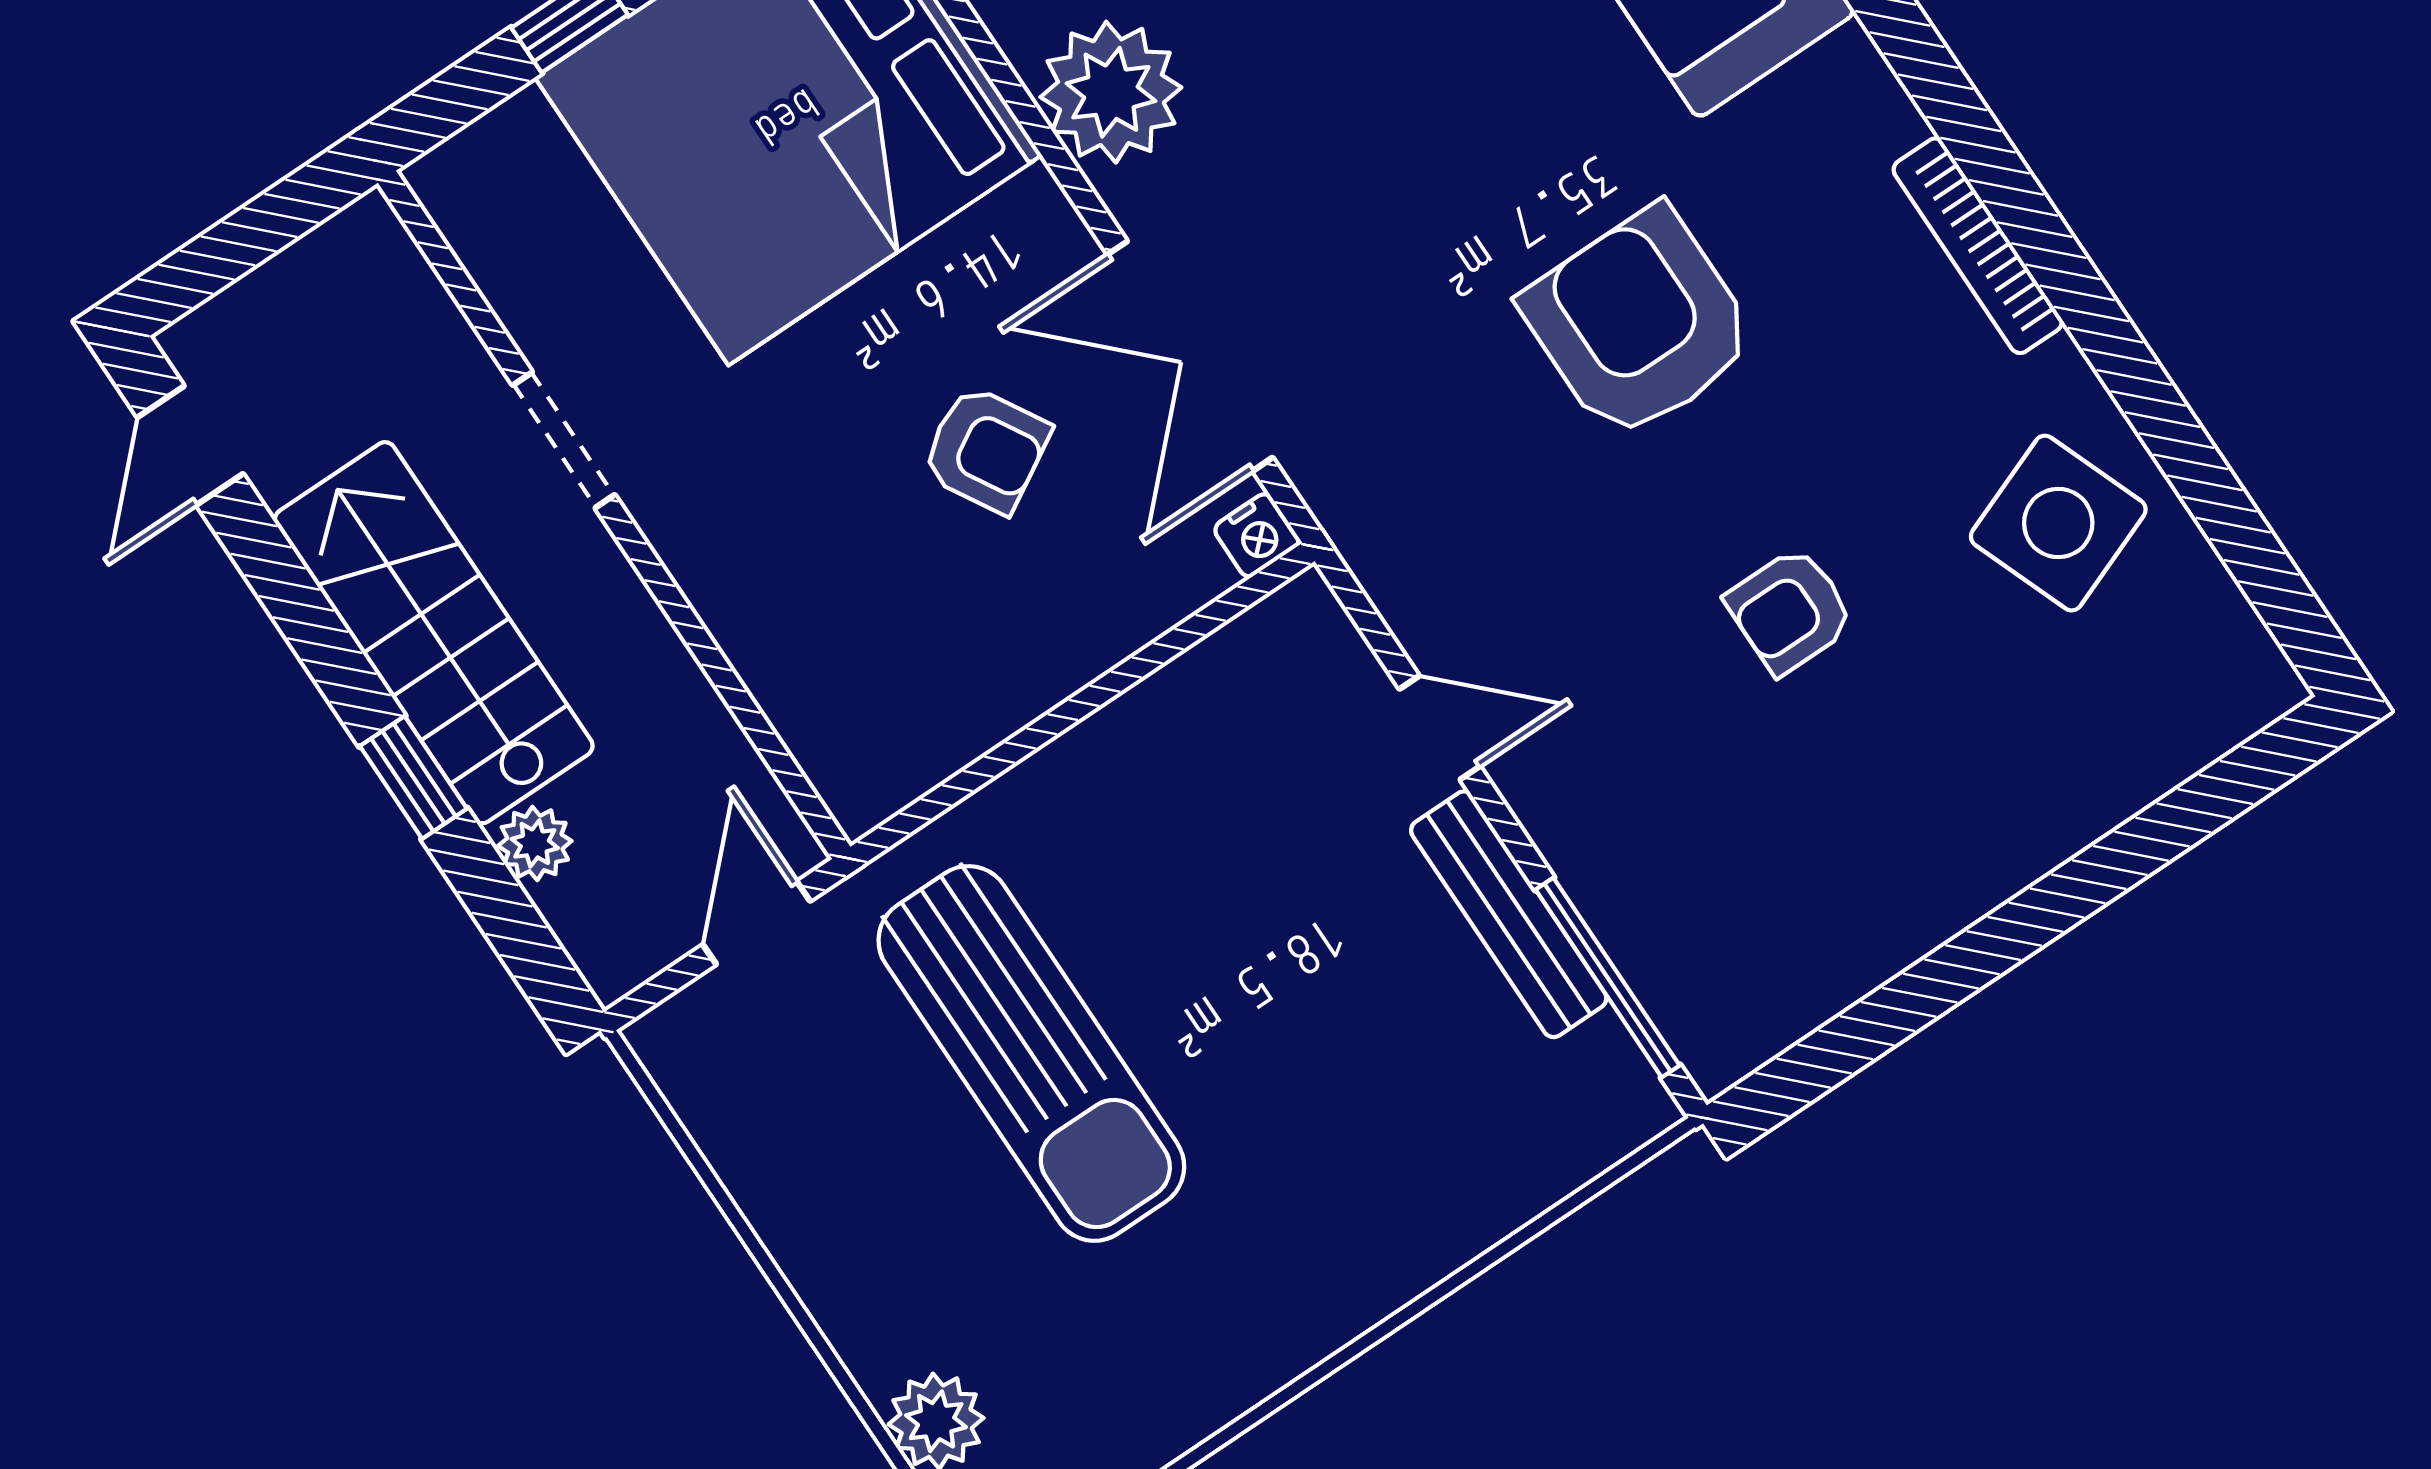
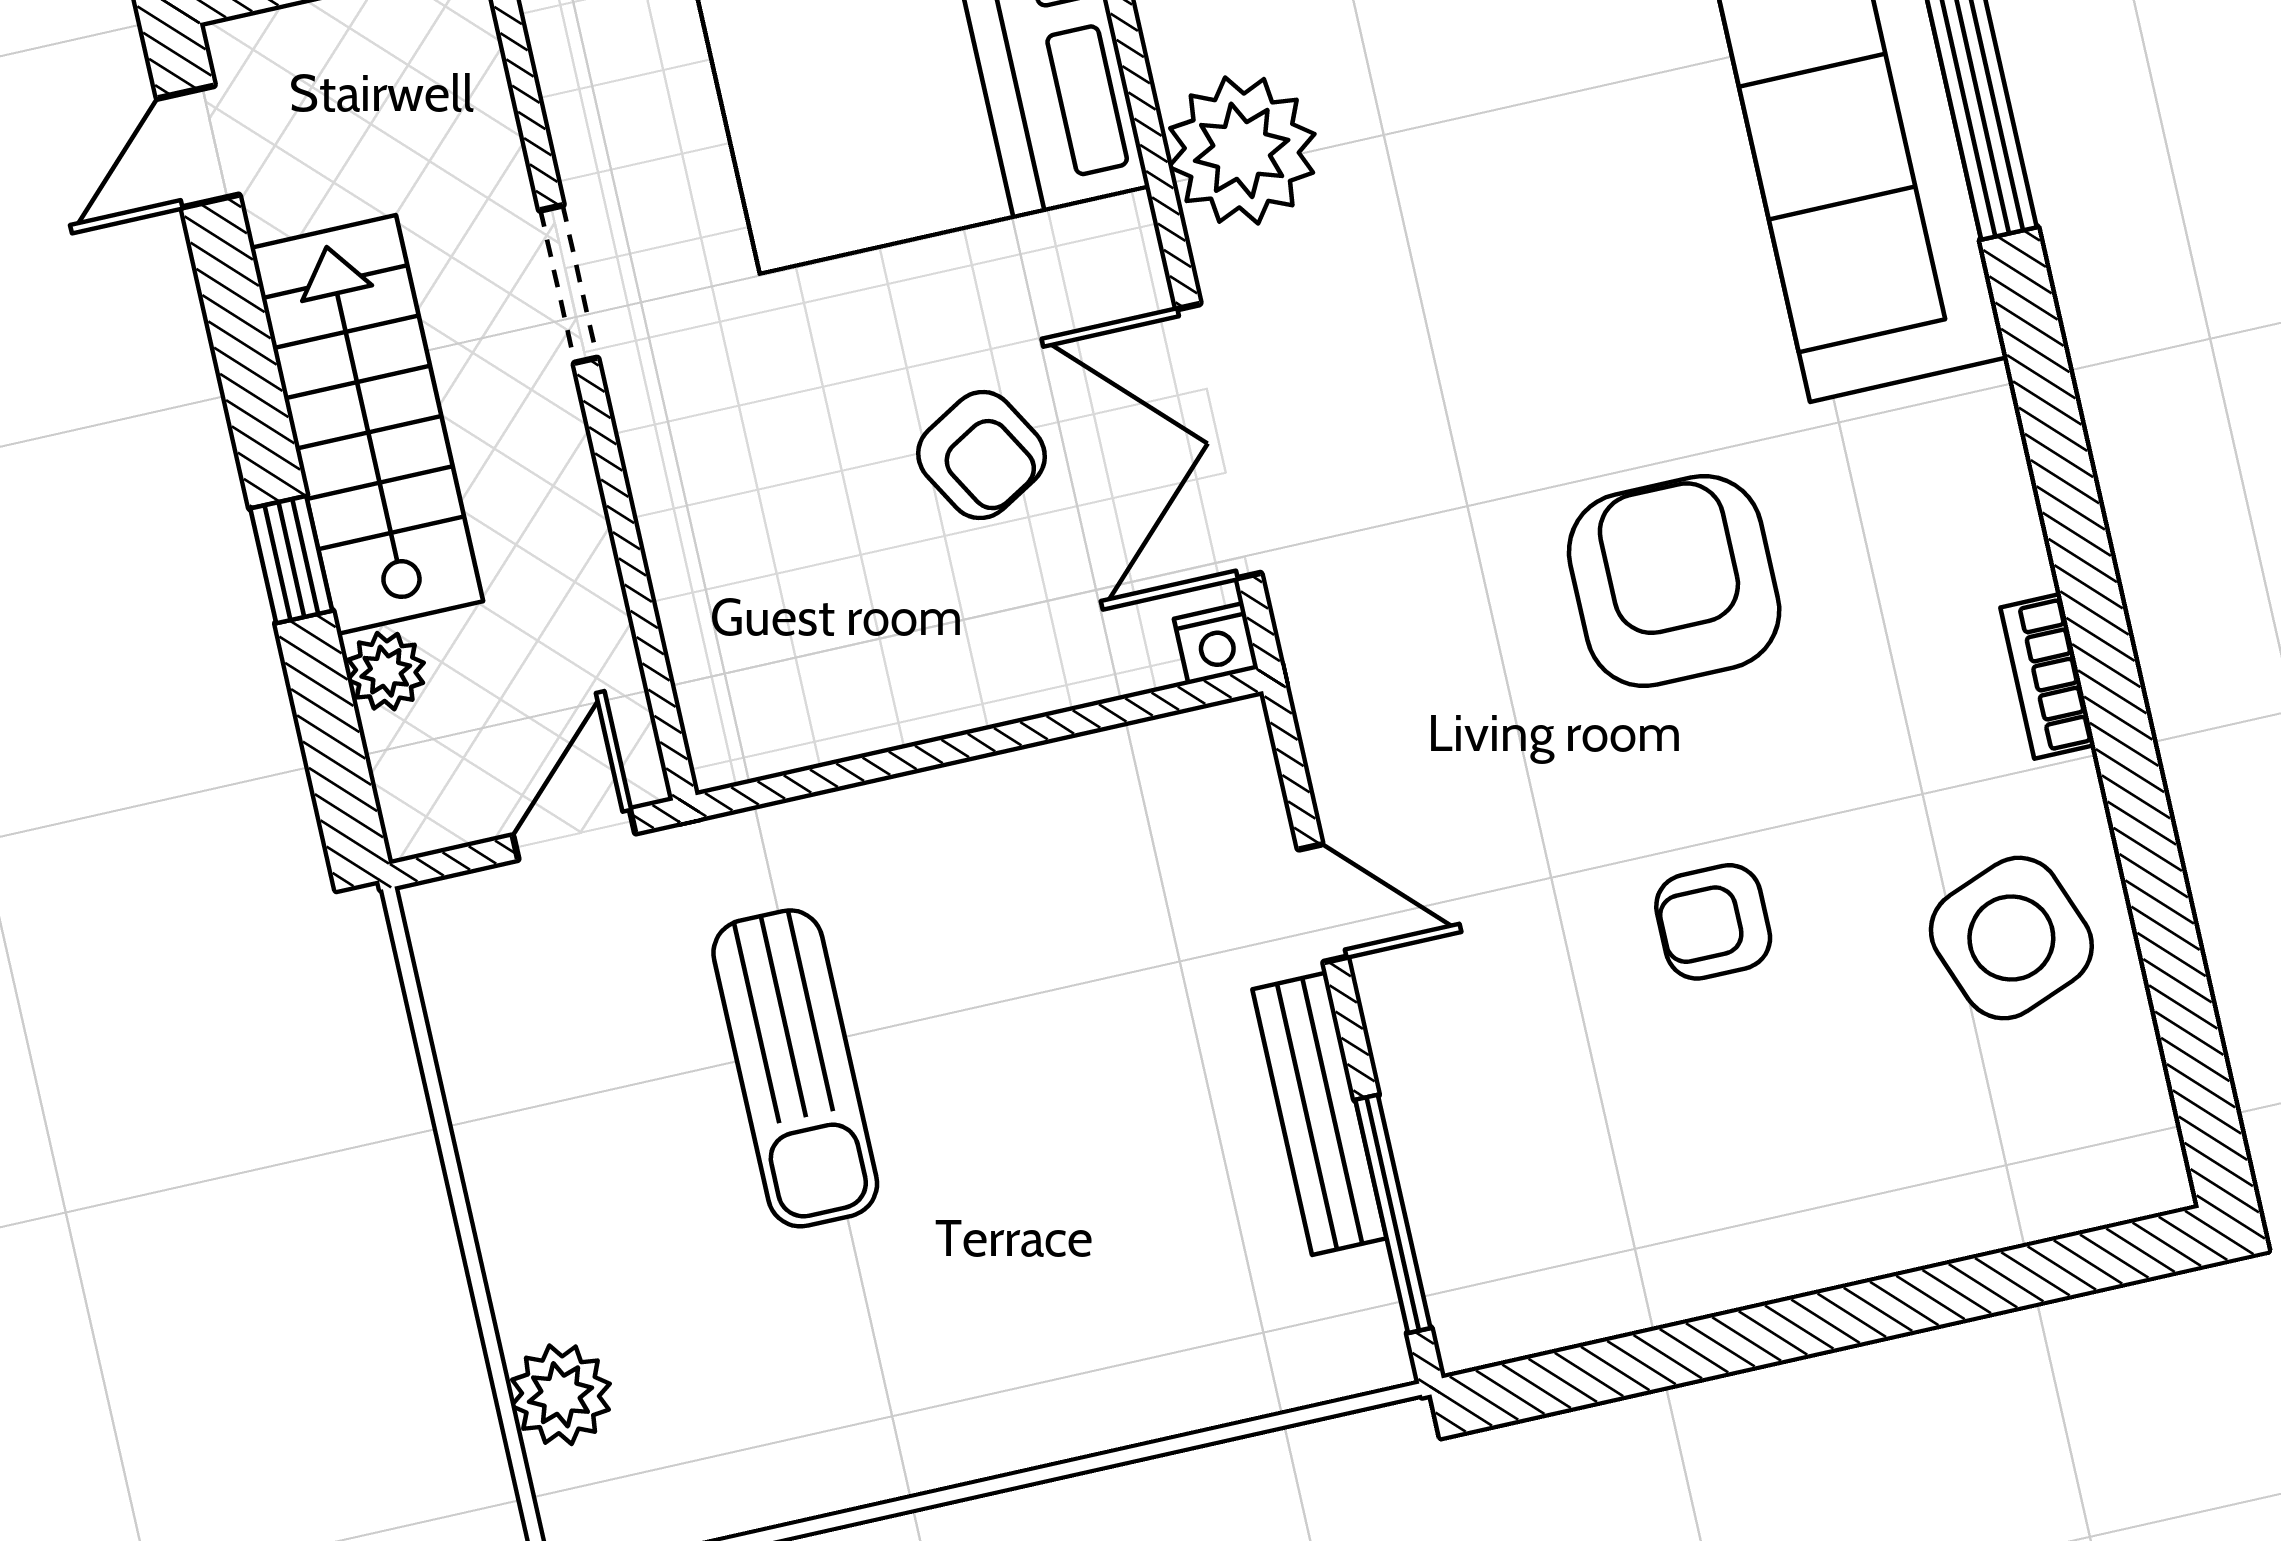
bookcase: (1978, 246) -> (2048, 676), width x0.64
sun lounger: (1031, 1053) -> (795, 1068), width x0.73, depth x0.75

